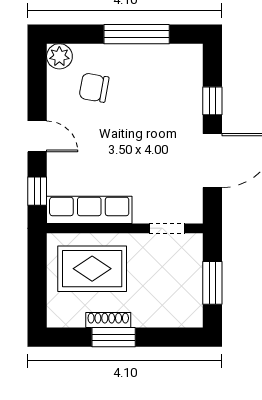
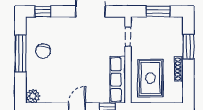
chair: (94, 88) -> (43, 51), moved
window: (212, 101) -> (43, 11), moved
window: (114, 337) -> (188, 47), moved

